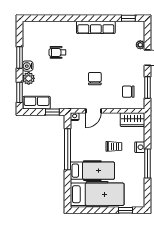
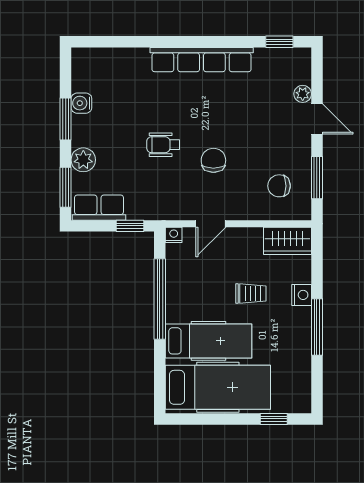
row of seats: (96, 27) -> (202, 60), width x1.36
wheelchair: (57, 52) -> (163, 145), moved
water cooler: (28, 66) -> (81, 103), moved

